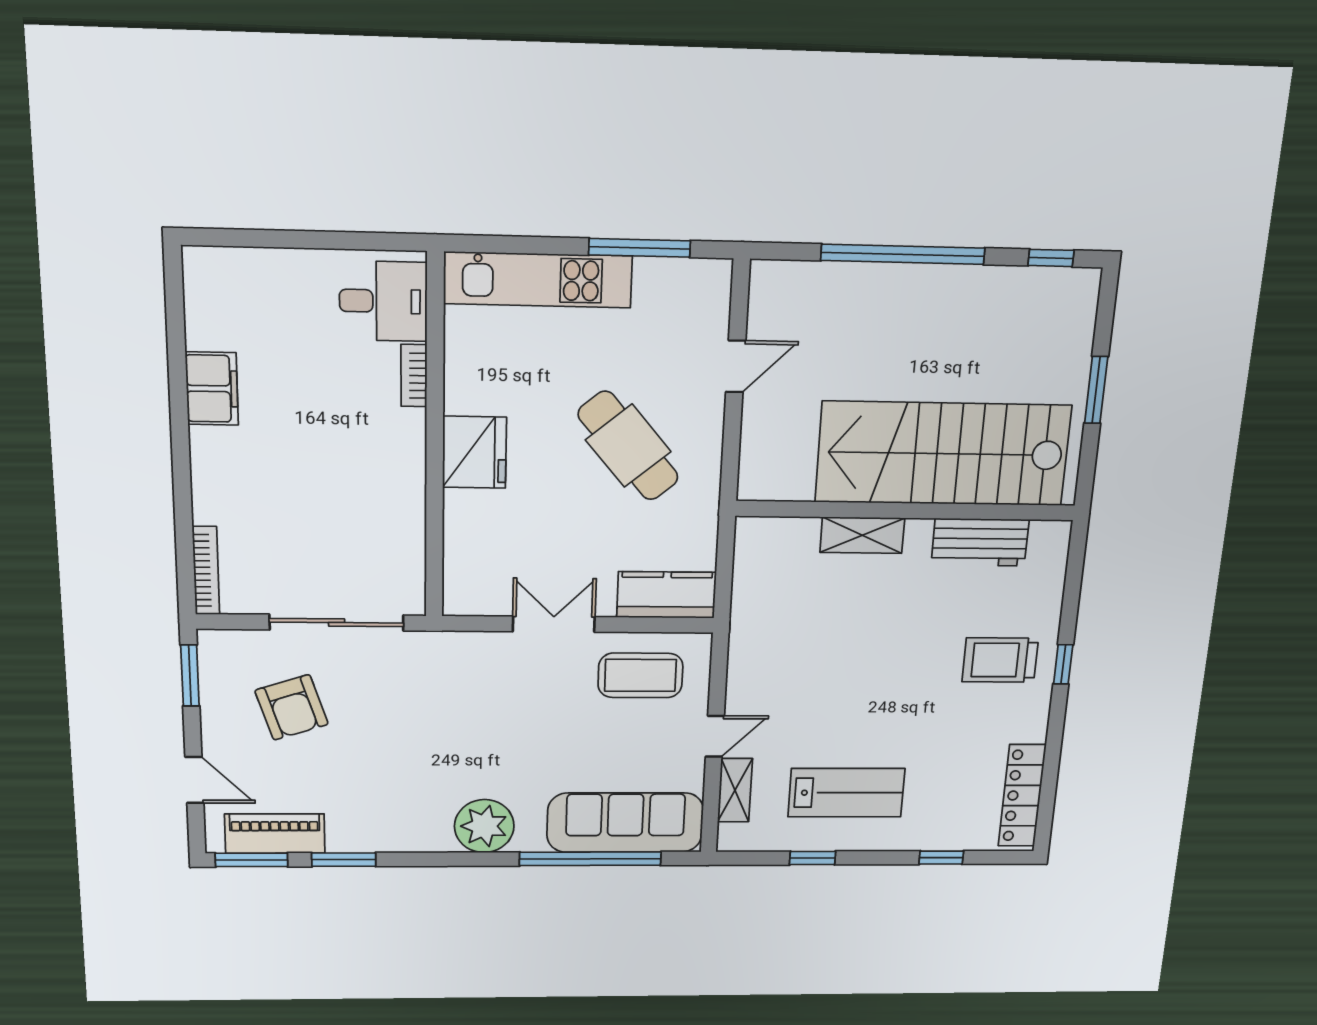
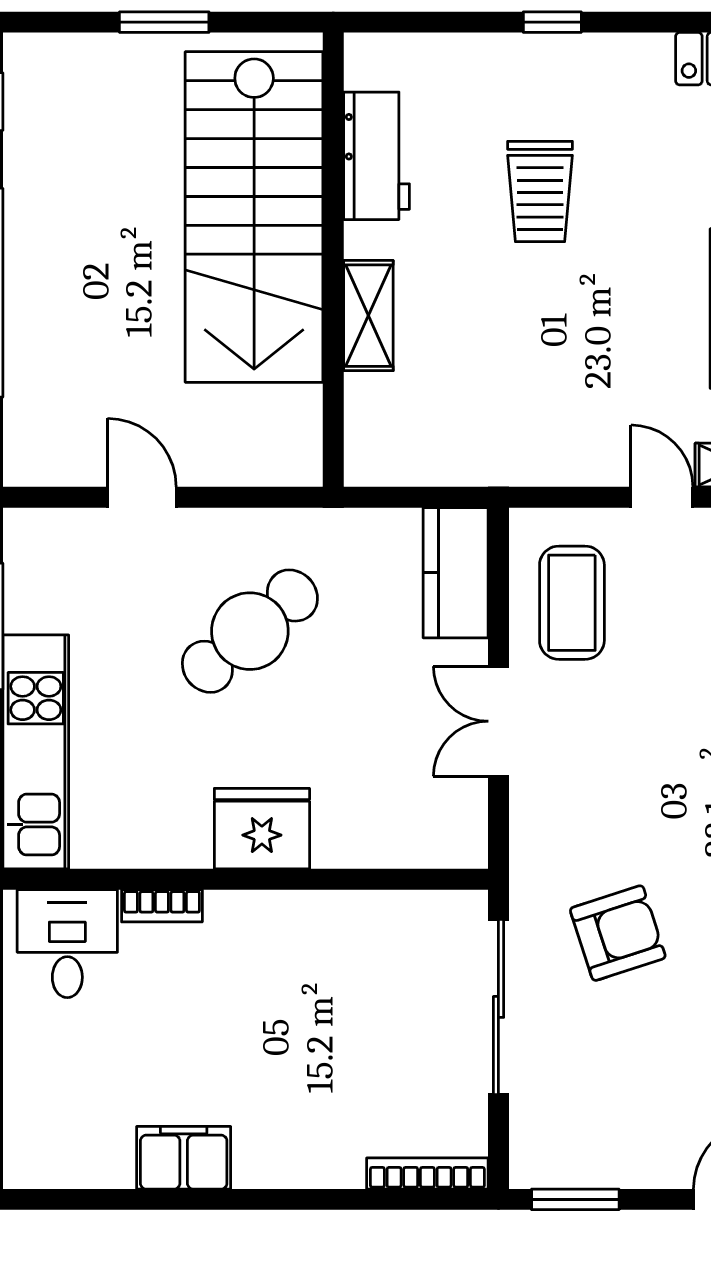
trolley: (1000, 660) -> (540, 192), moved
armchair: (292, 707) -> (618, 933), moved

